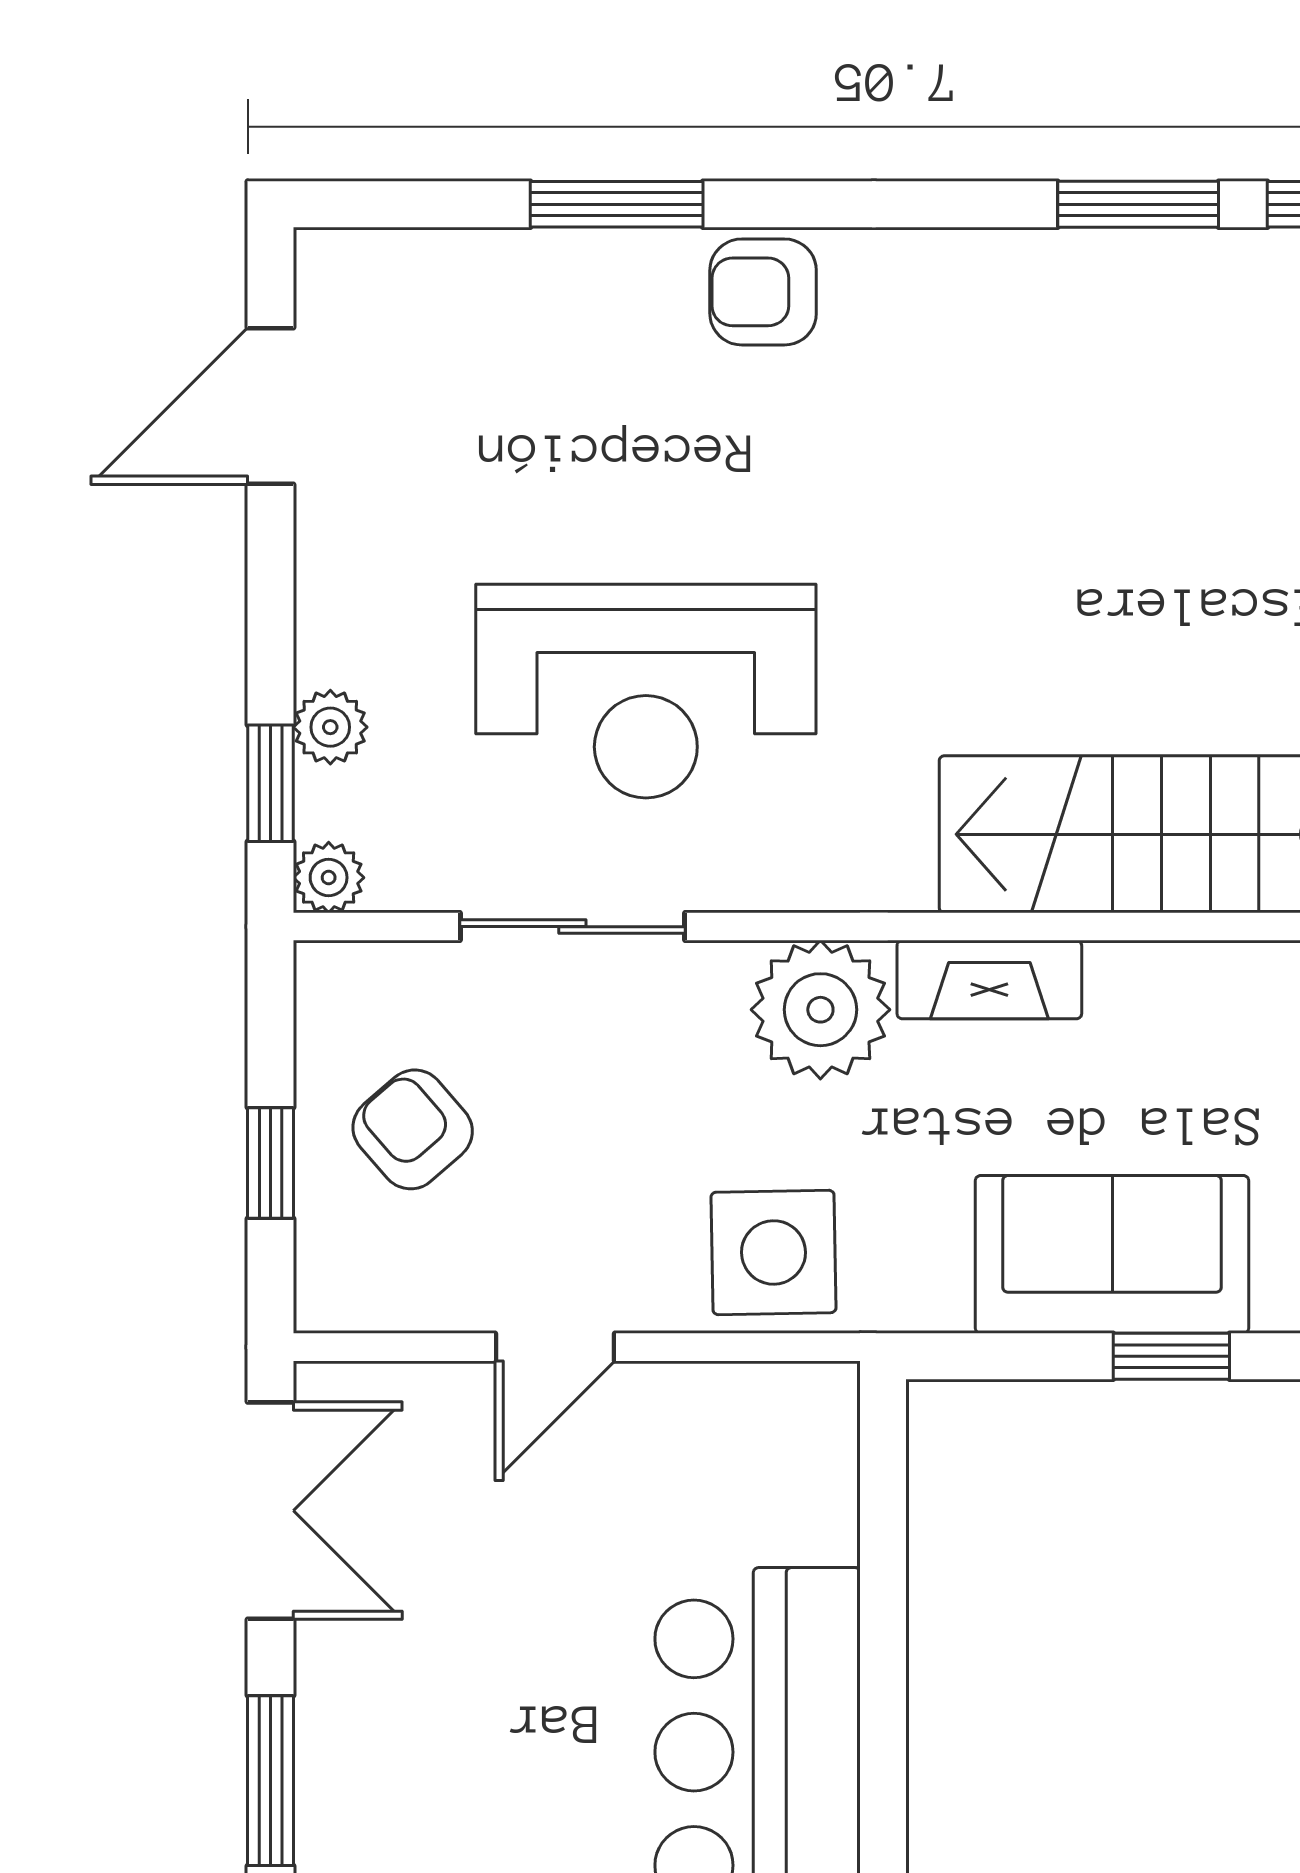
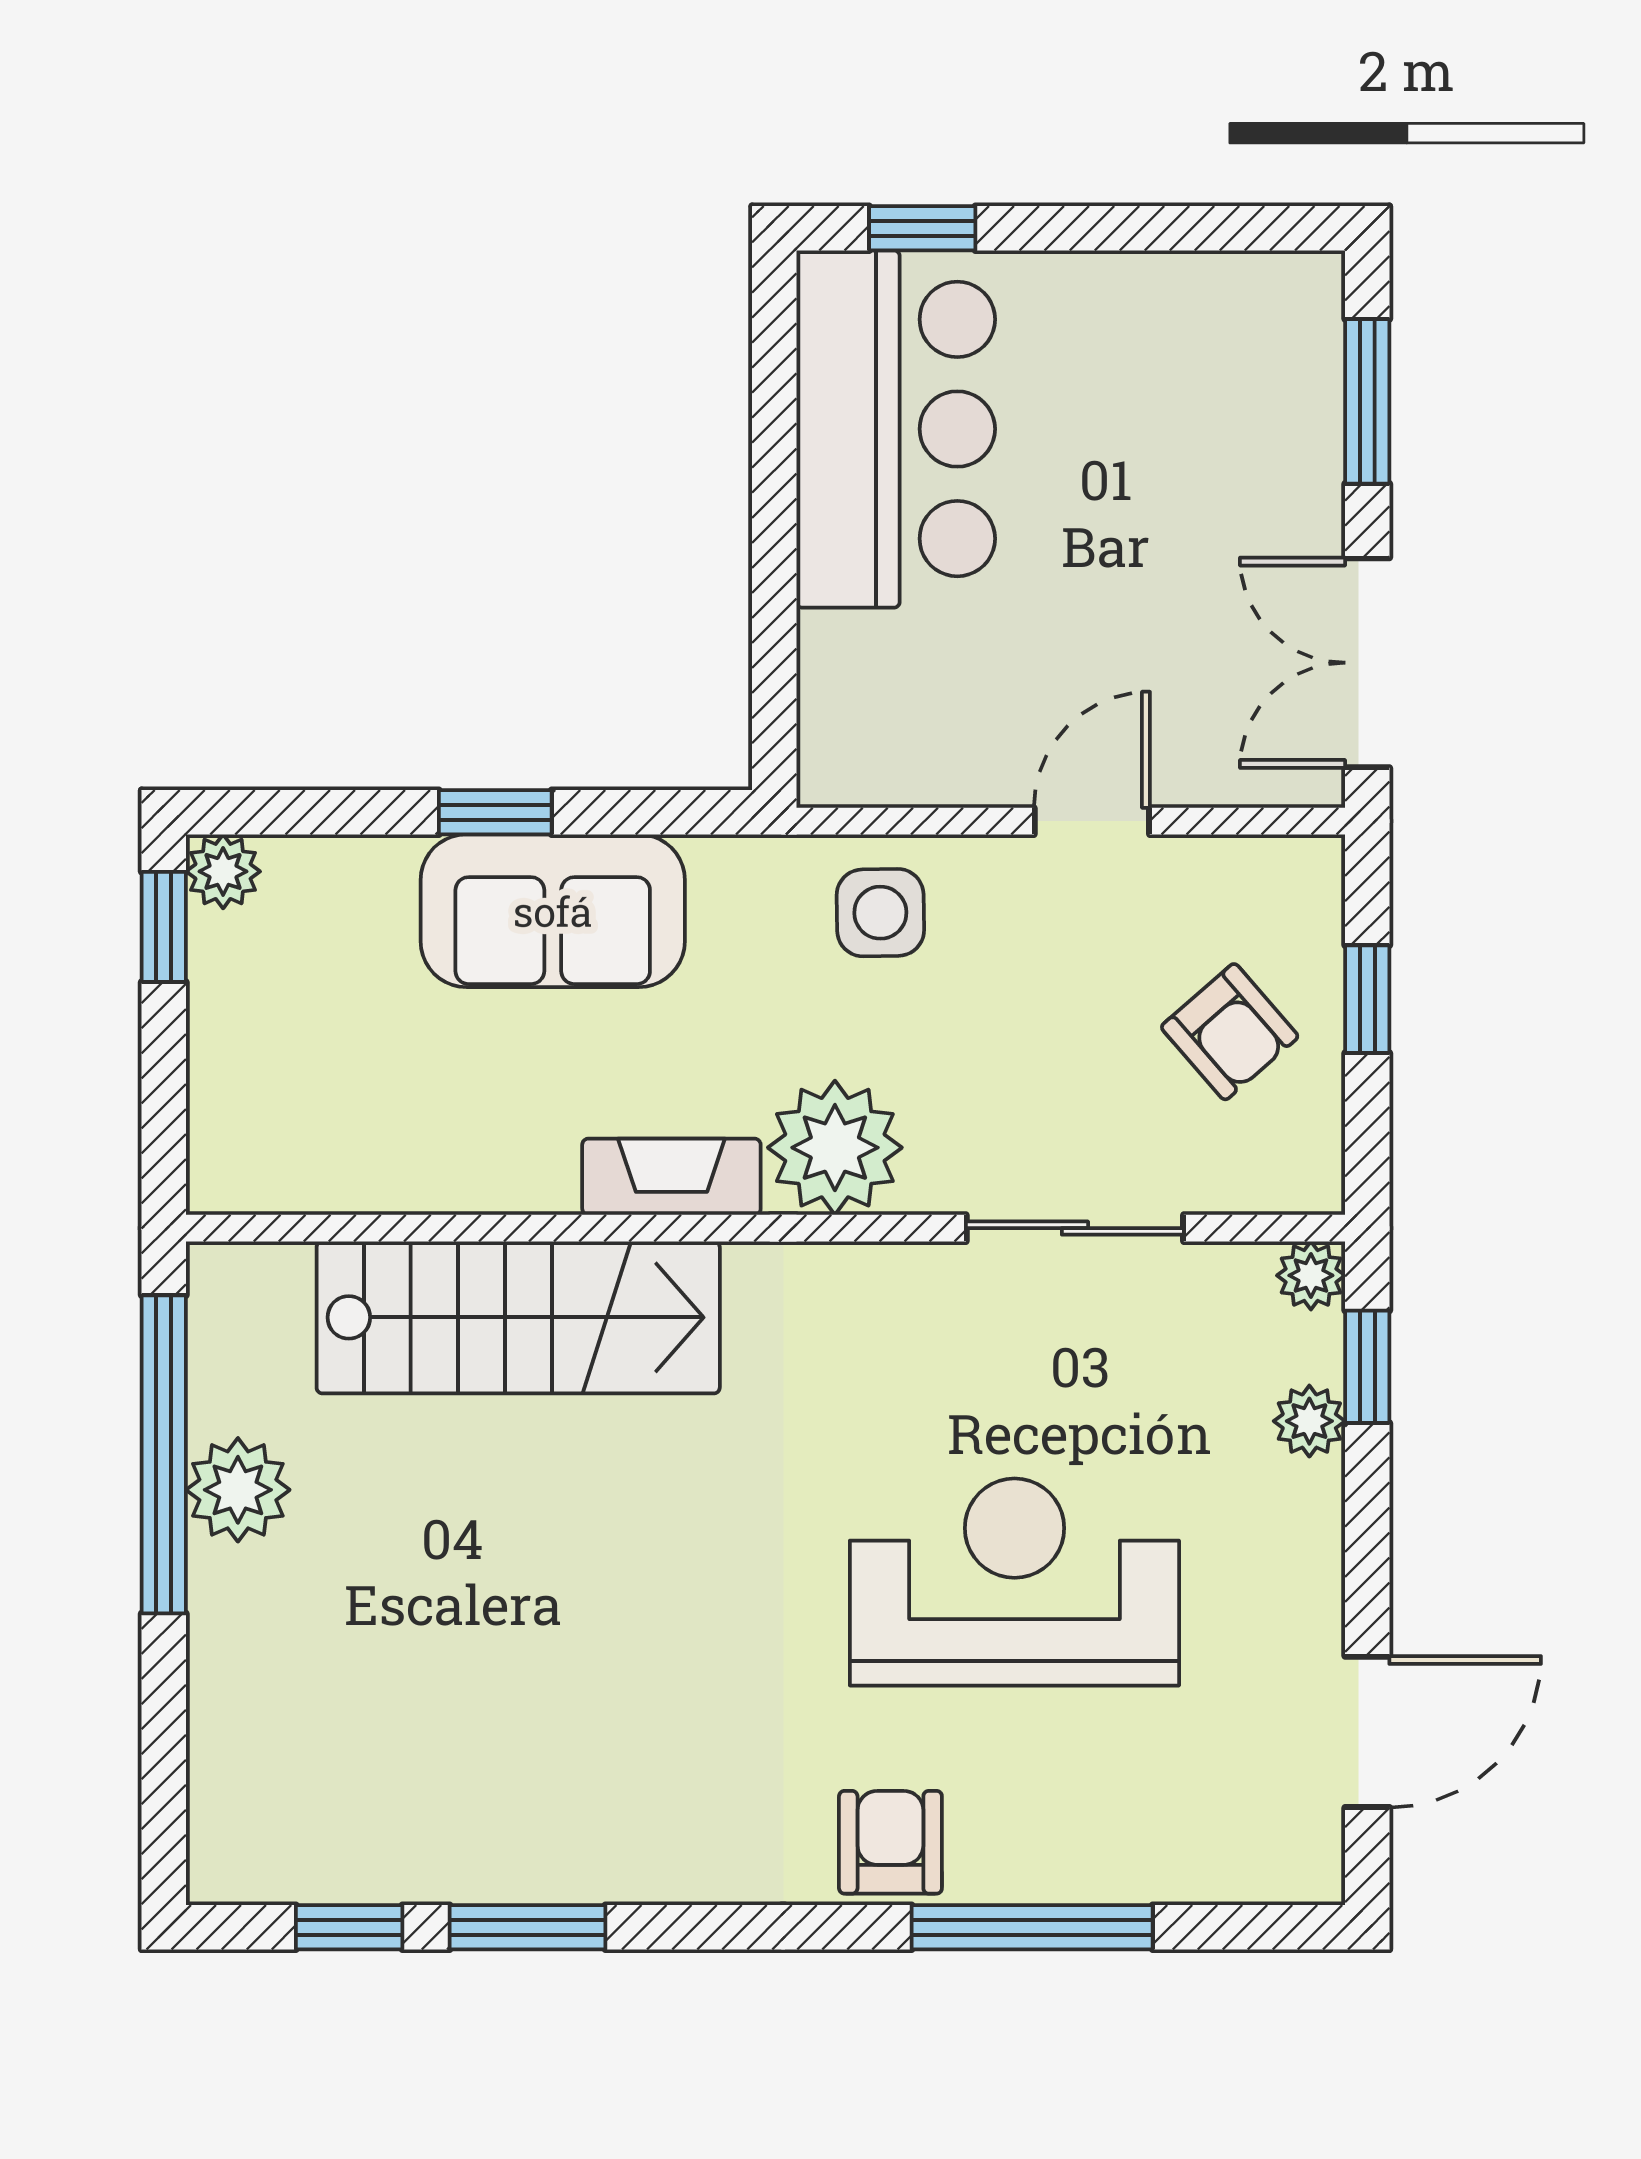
window: (617, 204) -> (1032, 1927), width x1.44
armchair: (763, 292) -> (890, 1842), turned -90
reception desk: (646, 691) -> (1014, 1582), moved
side table: (773, 1252) -> (880, 913), width x0.73, depth x0.73

